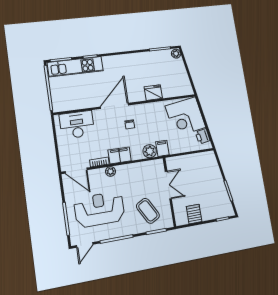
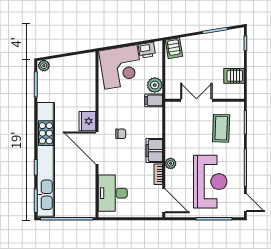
kitchen unit: (75, 67) -> (46, 159), width x1.86
fridge: (153, 93) -> (87, 121), moved
plant: (150, 151) -> (155, 85), moved
server rack: (208, 159) -> (174, 48), added
door: (76, 171) -> (164, 201), hinge flipped
reception desk: (99, 209) -> (210, 182), turned 180
coffee table: (148, 211) -> (221, 128), turned -59

